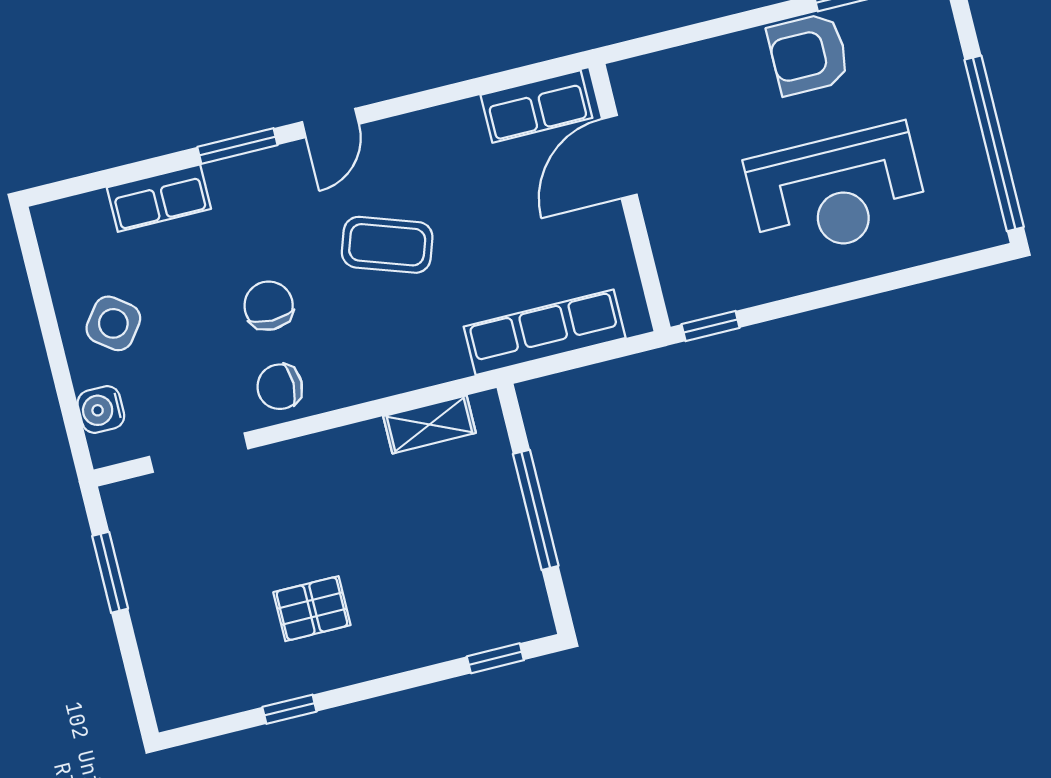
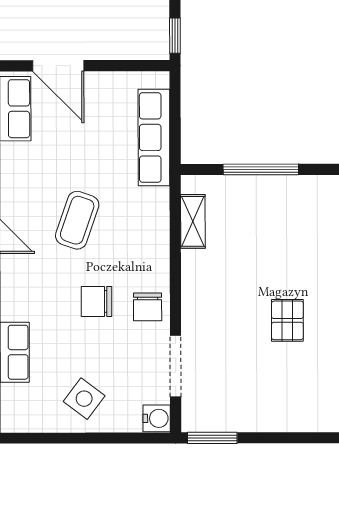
water cooler: (101, 409) -> (157, 418), moved, turned -90
window: (110, 572) -> (212, 438), moved

